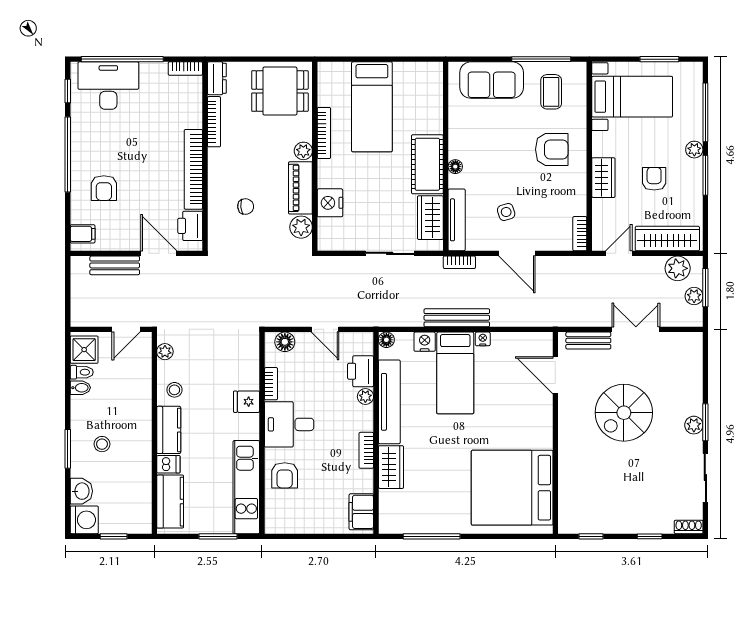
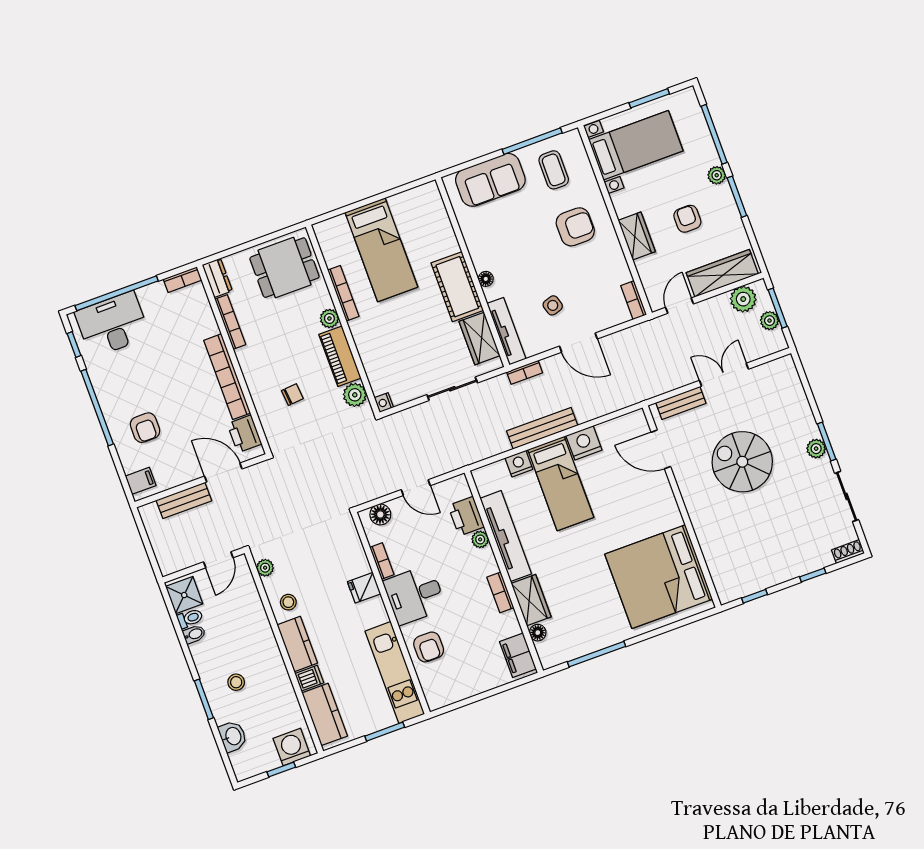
nightstand: (330, 203) -> (384, 403), moved, width x0.53, depth x0.56
nightstand: (483, 339) -> (584, 443), width x1.89, depth x1.79
floor lamp: (386, 340) -> (538, 633), moved
spiral stairs: (624, 413) -> (742, 462), turned 90
washing machine: (84, 520) -> (292, 747), moved, turned -90

